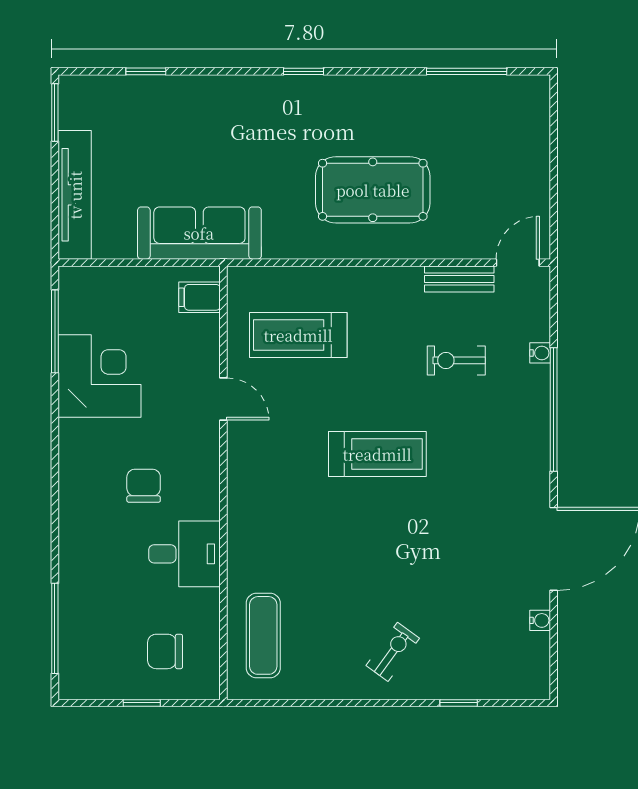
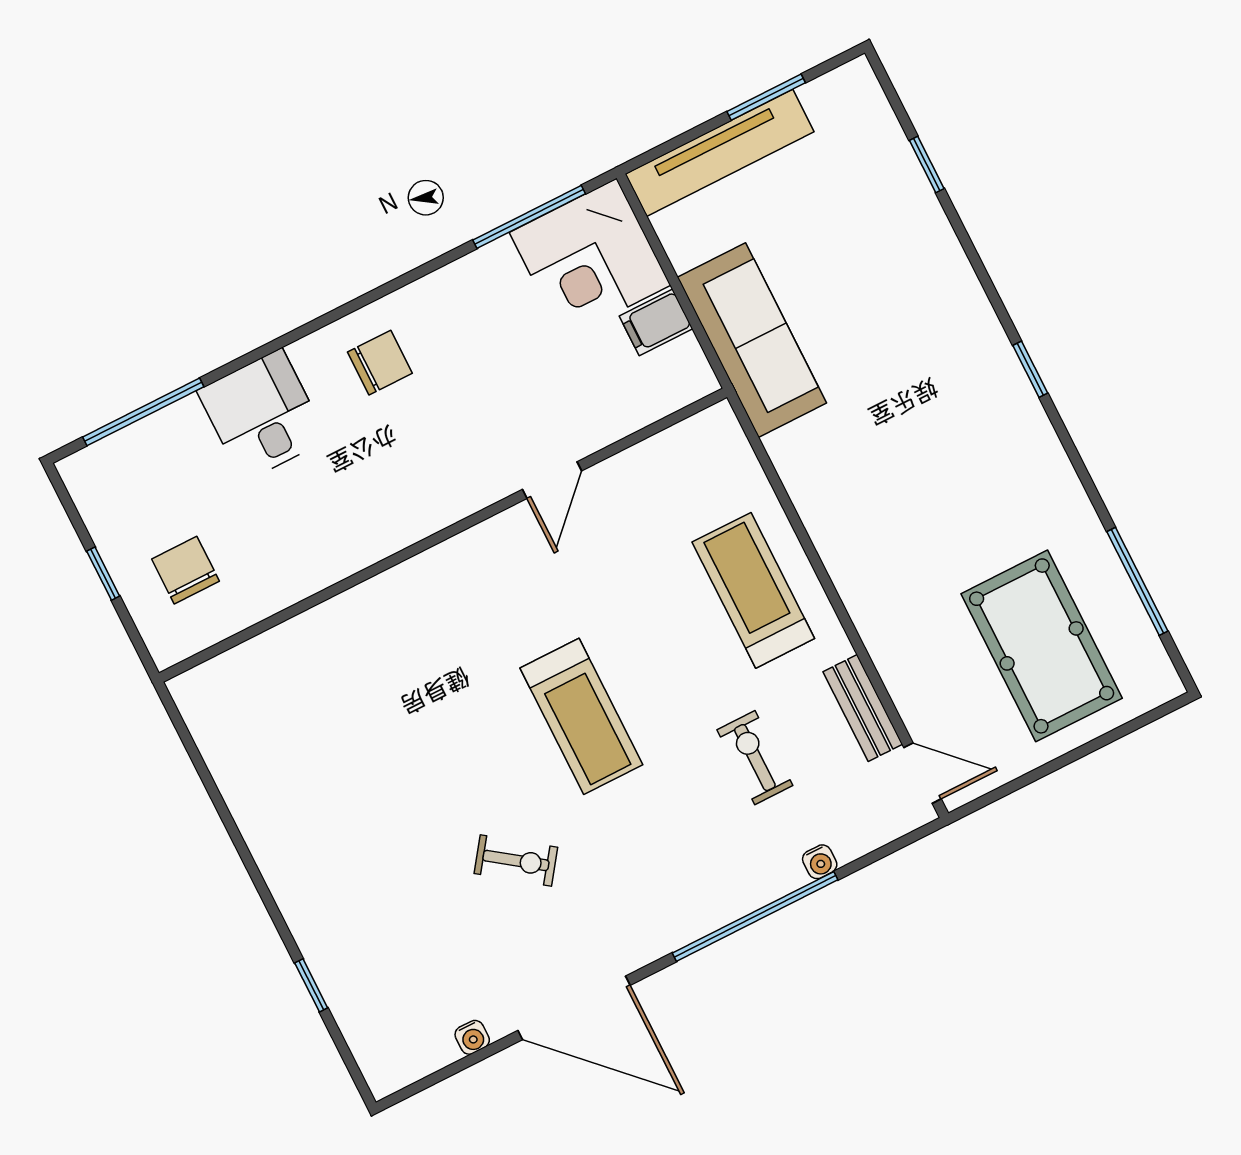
window: (55, 112) -> (766, 97), moved
pool table: (373, 190) -> (1042, 646), moved
filing cabinet: (200, 297) -> (656, 322), moved, turned -90
treadmill: (298, 335) -> (753, 590), moved
corner desk: (99, 376) -> (590, 259), moved, turned 90
chair: (144, 486) -> (380, 363), moved
desk: (184, 554) -> (262, 415), moved, turned 180
exercise mat: (263, 635) -> (271, 687), removed
exercise bike: (393, 652) -> (516, 860), moved

